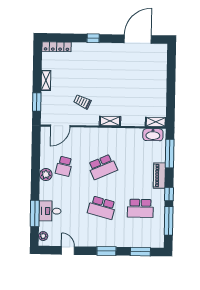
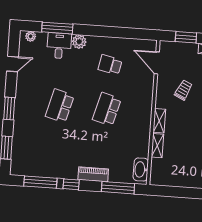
shelving: (156, 122) -> (157, 146), moved
school desk: (103, 167) -> (107, 109), turned 39
plant: (46, 175) -> (79, 42), moved
school desk: (140, 208) -> (57, 150), removed

